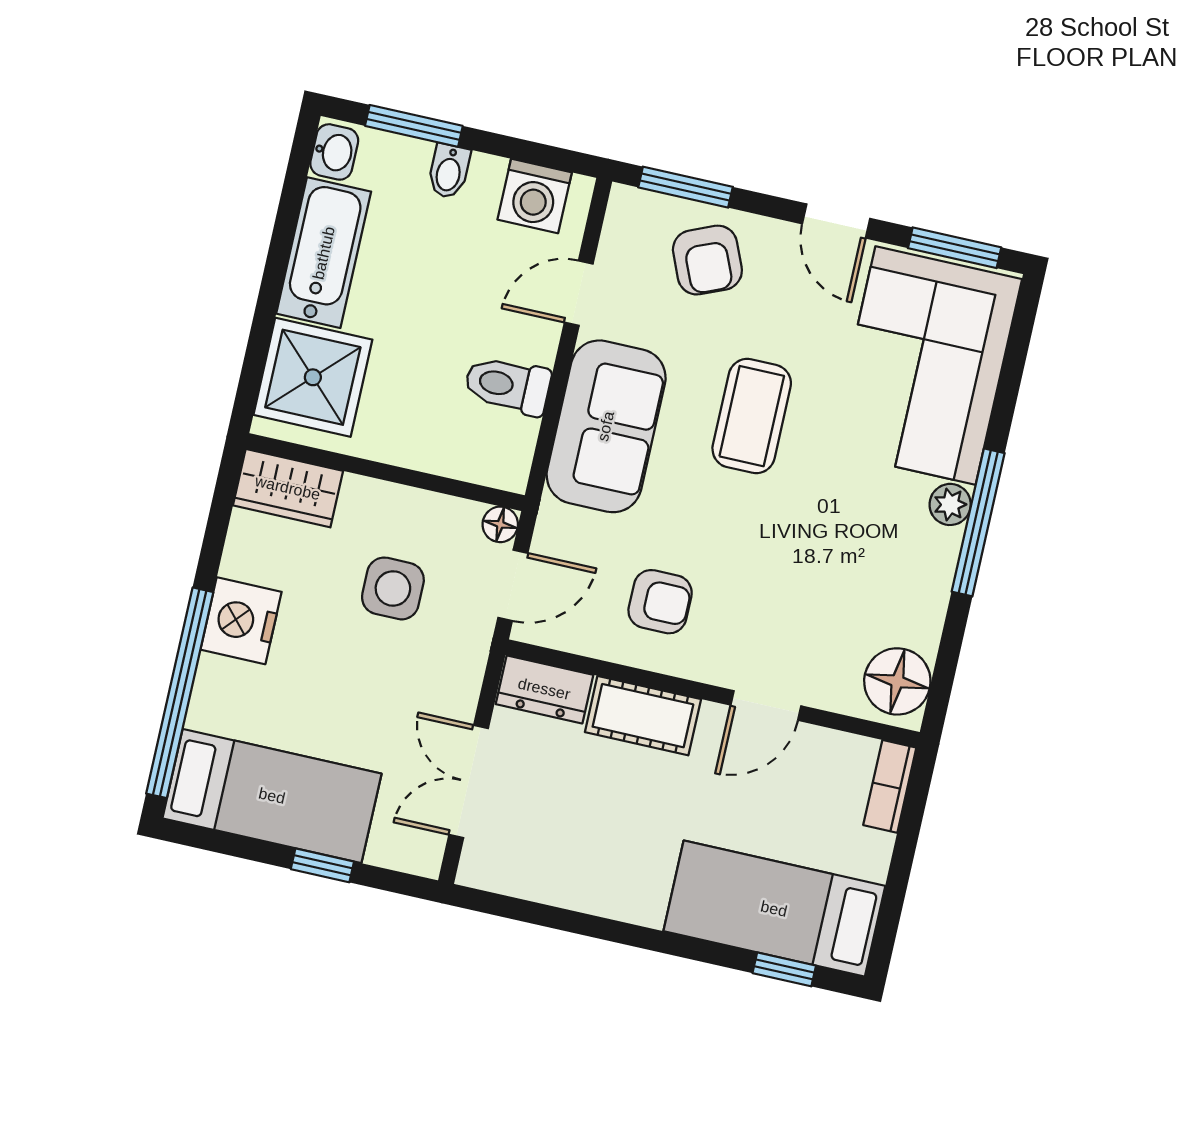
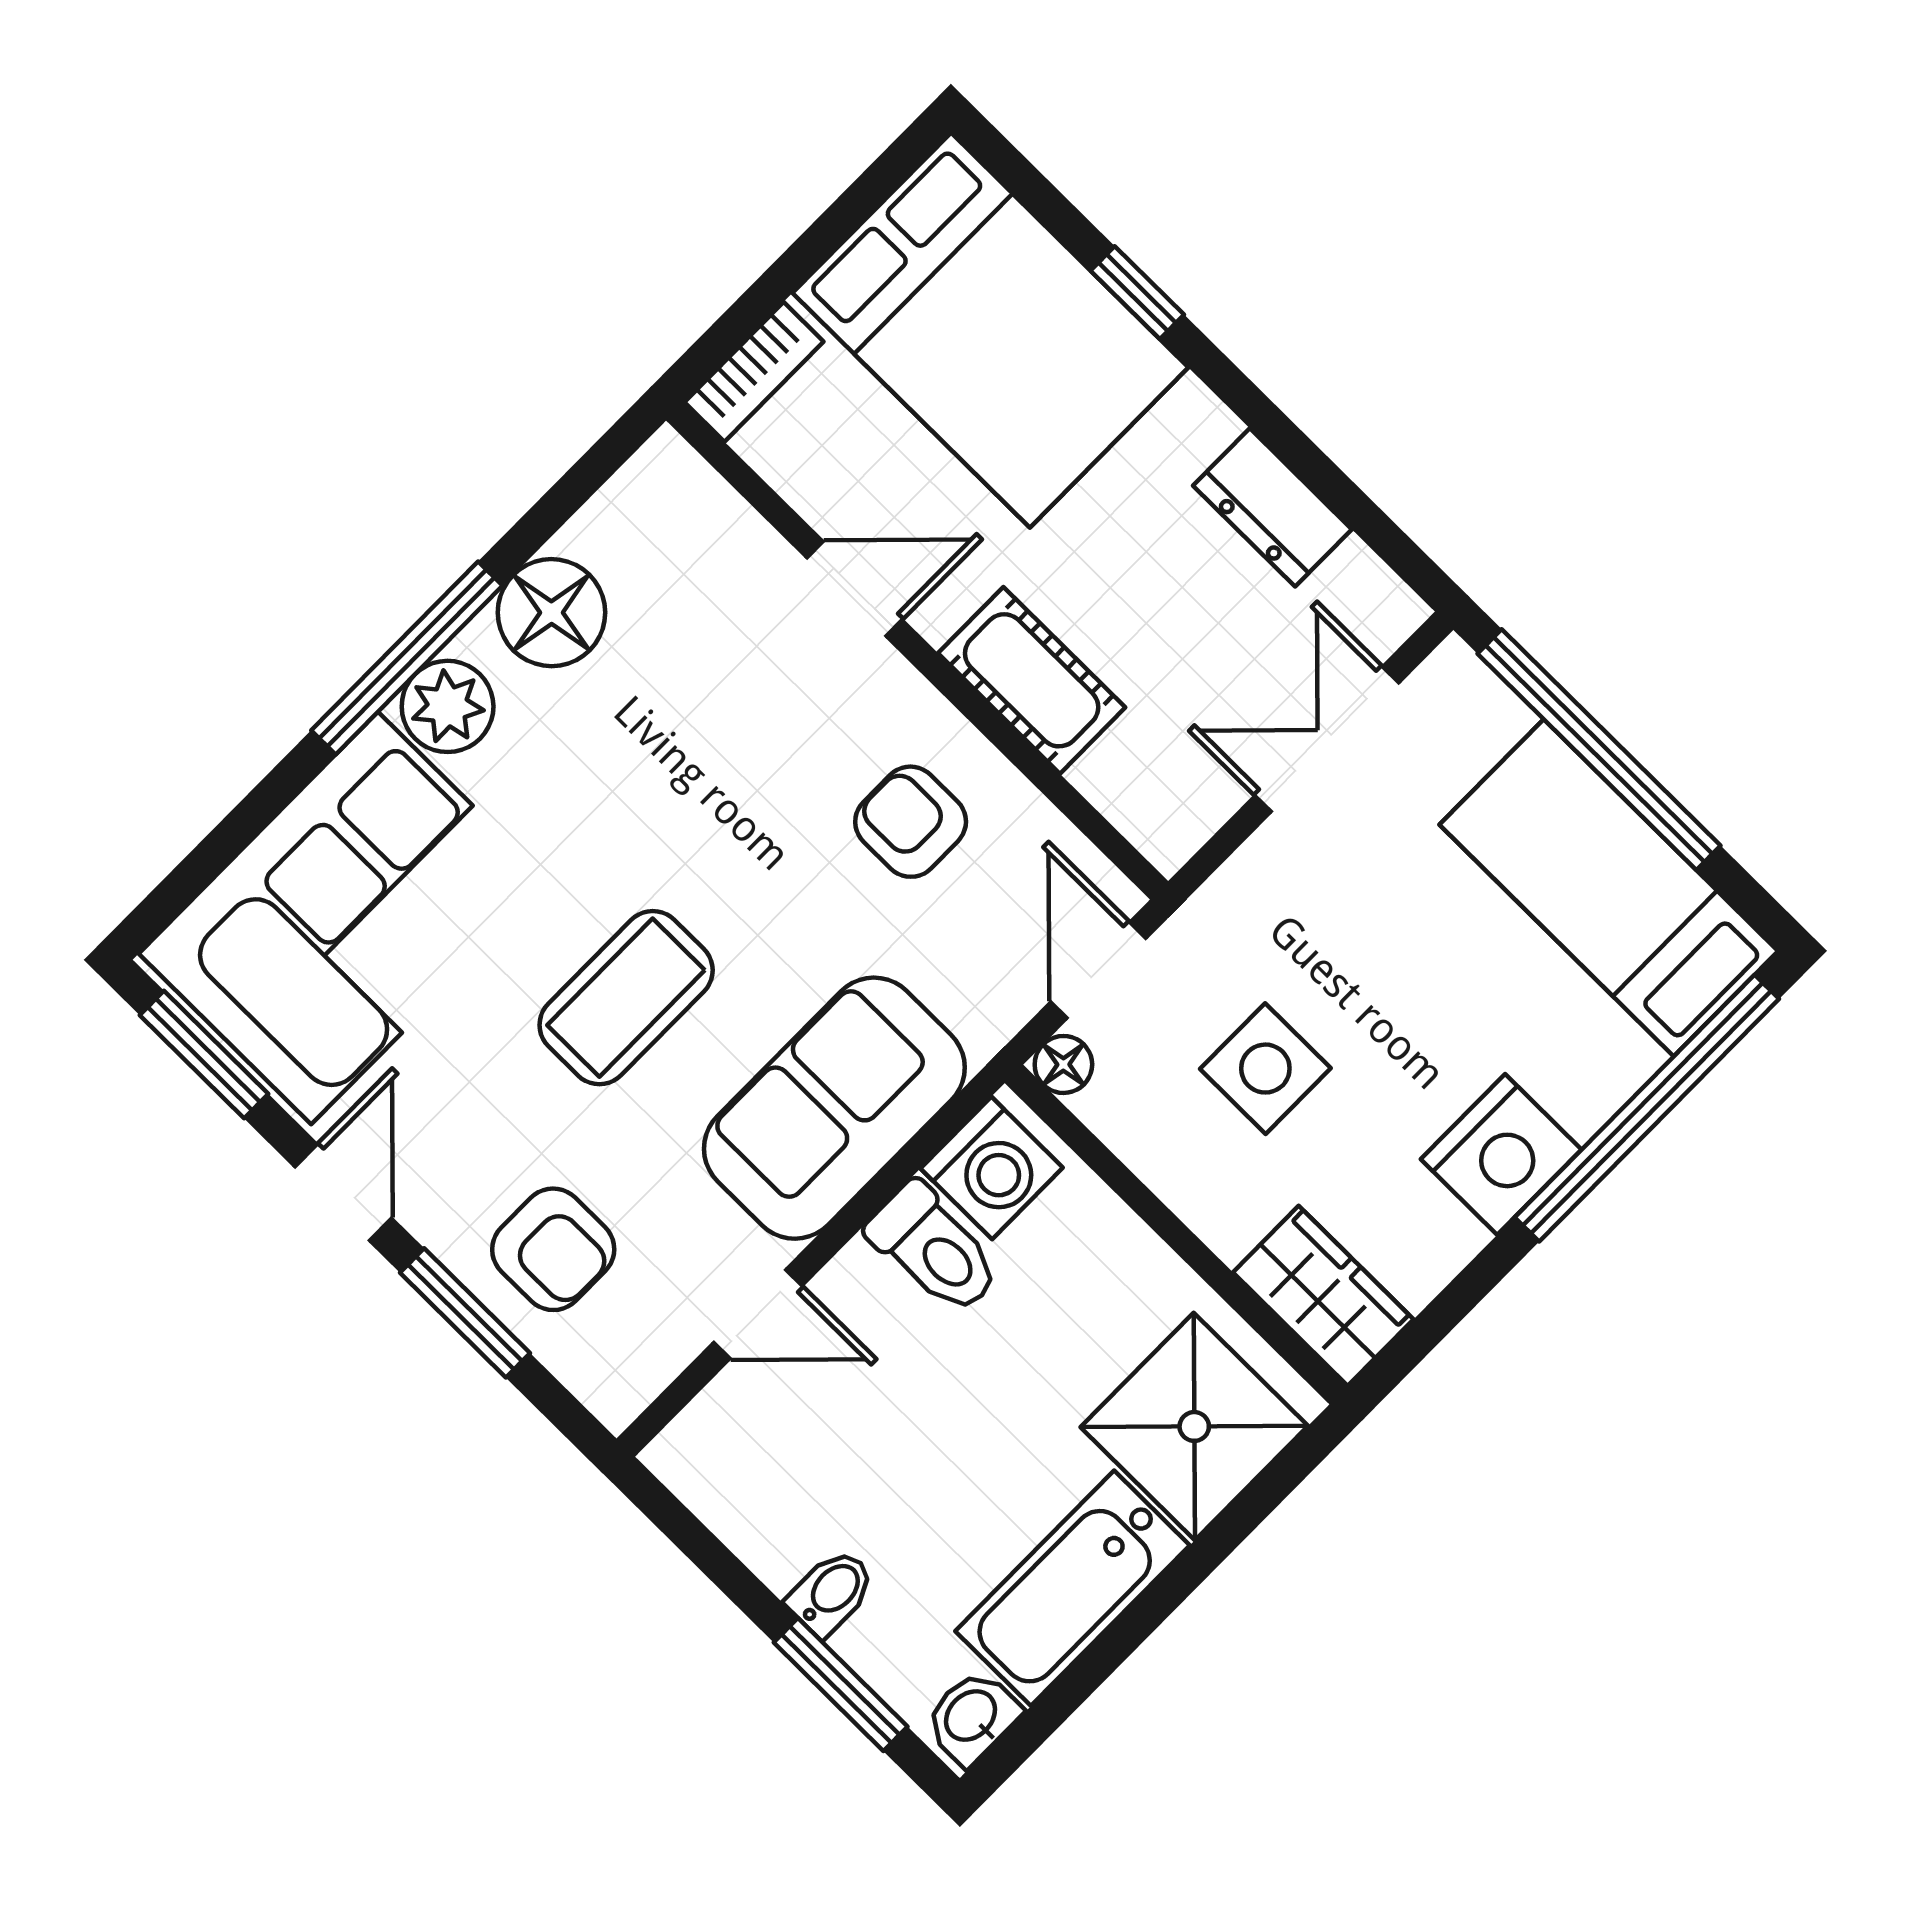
window: (685, 187) -> (465, 1313), moved
washing machine: (535, 196) -> (992, 1168), moved, turned 90
armchair: (707, 260) -> (553, 1249), turned 113
plant: (950, 504) -> (448, 706), width x1.38, depth x1.38
door: (513, 585) -> (1098, 970), hinge flipped
floor lamp: (897, 681) -> (551, 613), moved
dresser: (544, 689) -> (1272, 507), moved, turned 180
double door: (469, 782) -> (1327, 739), swing flipped
window: (322, 865) -> (1599, 750), width x3.17
bed: (774, 909) -> (990, 330), width x1.50
window: (784, 969) -> (1137, 293), moved

